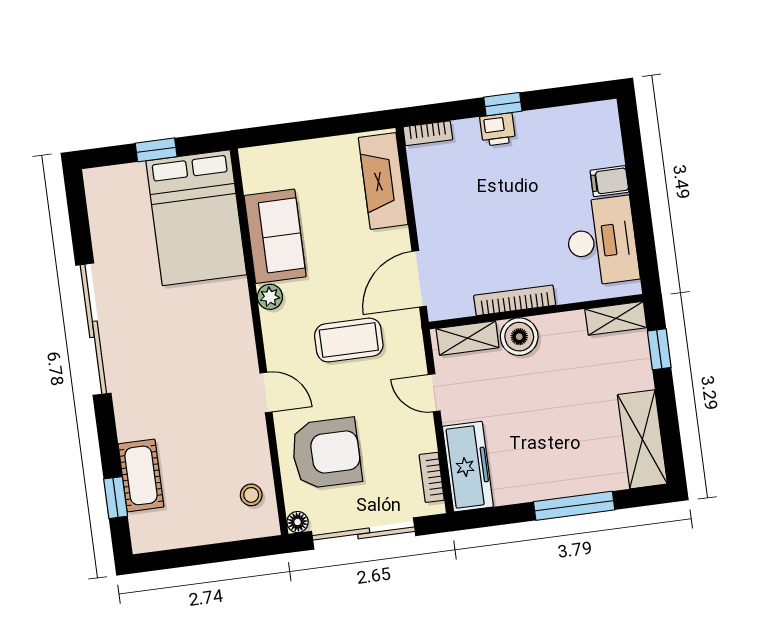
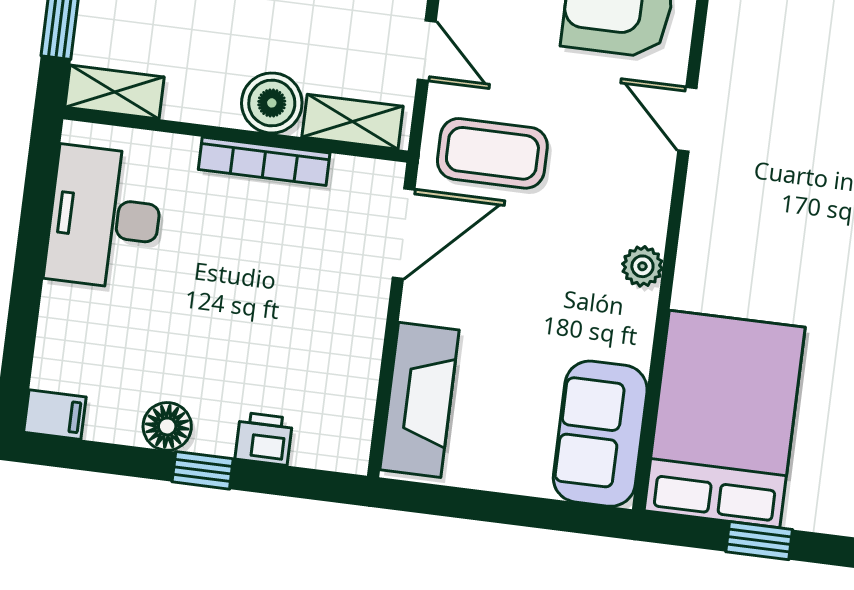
floor lamp: (531, 125) -> (167, 426), added
printer: (498, 129) -> (264, 439), moved
bookcase: (428, 133) -> (331, 456), removed
filing cabinet: (610, 181) -> (55, 415), moved
sofa: (275, 236) -> (600, 434), moved
coffee table: (349, 340) -> (492, 153), moved

